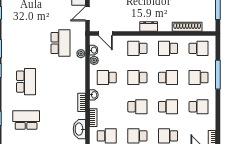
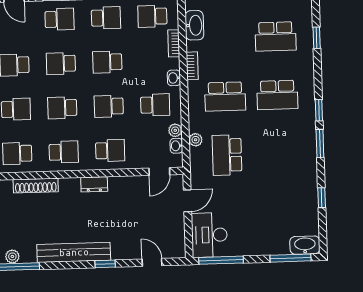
door: (105, 34) -> (159, 172), swing flipped
school desk: (137, 78) -> (109, 106), turned 180
school desk: (26, 82) -> (277, 95), turned -90
school desk: (60, 82) -> (225, 97), added

